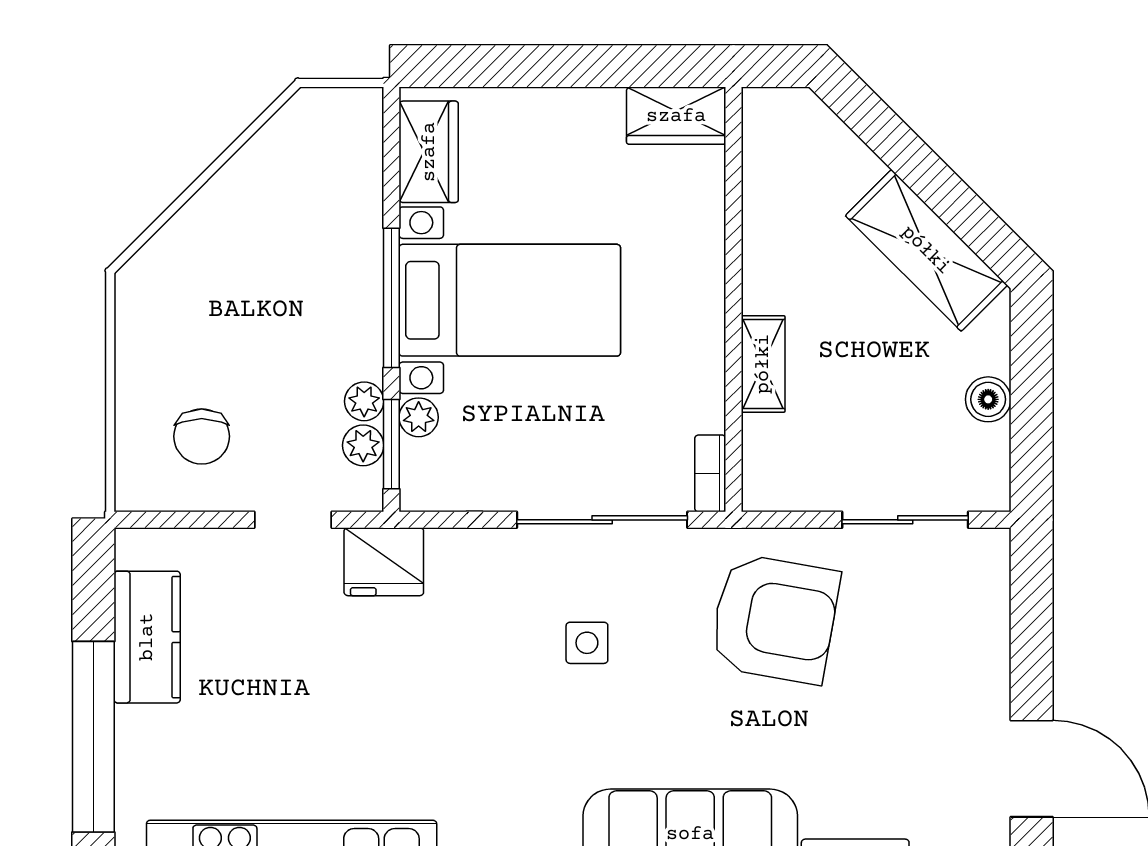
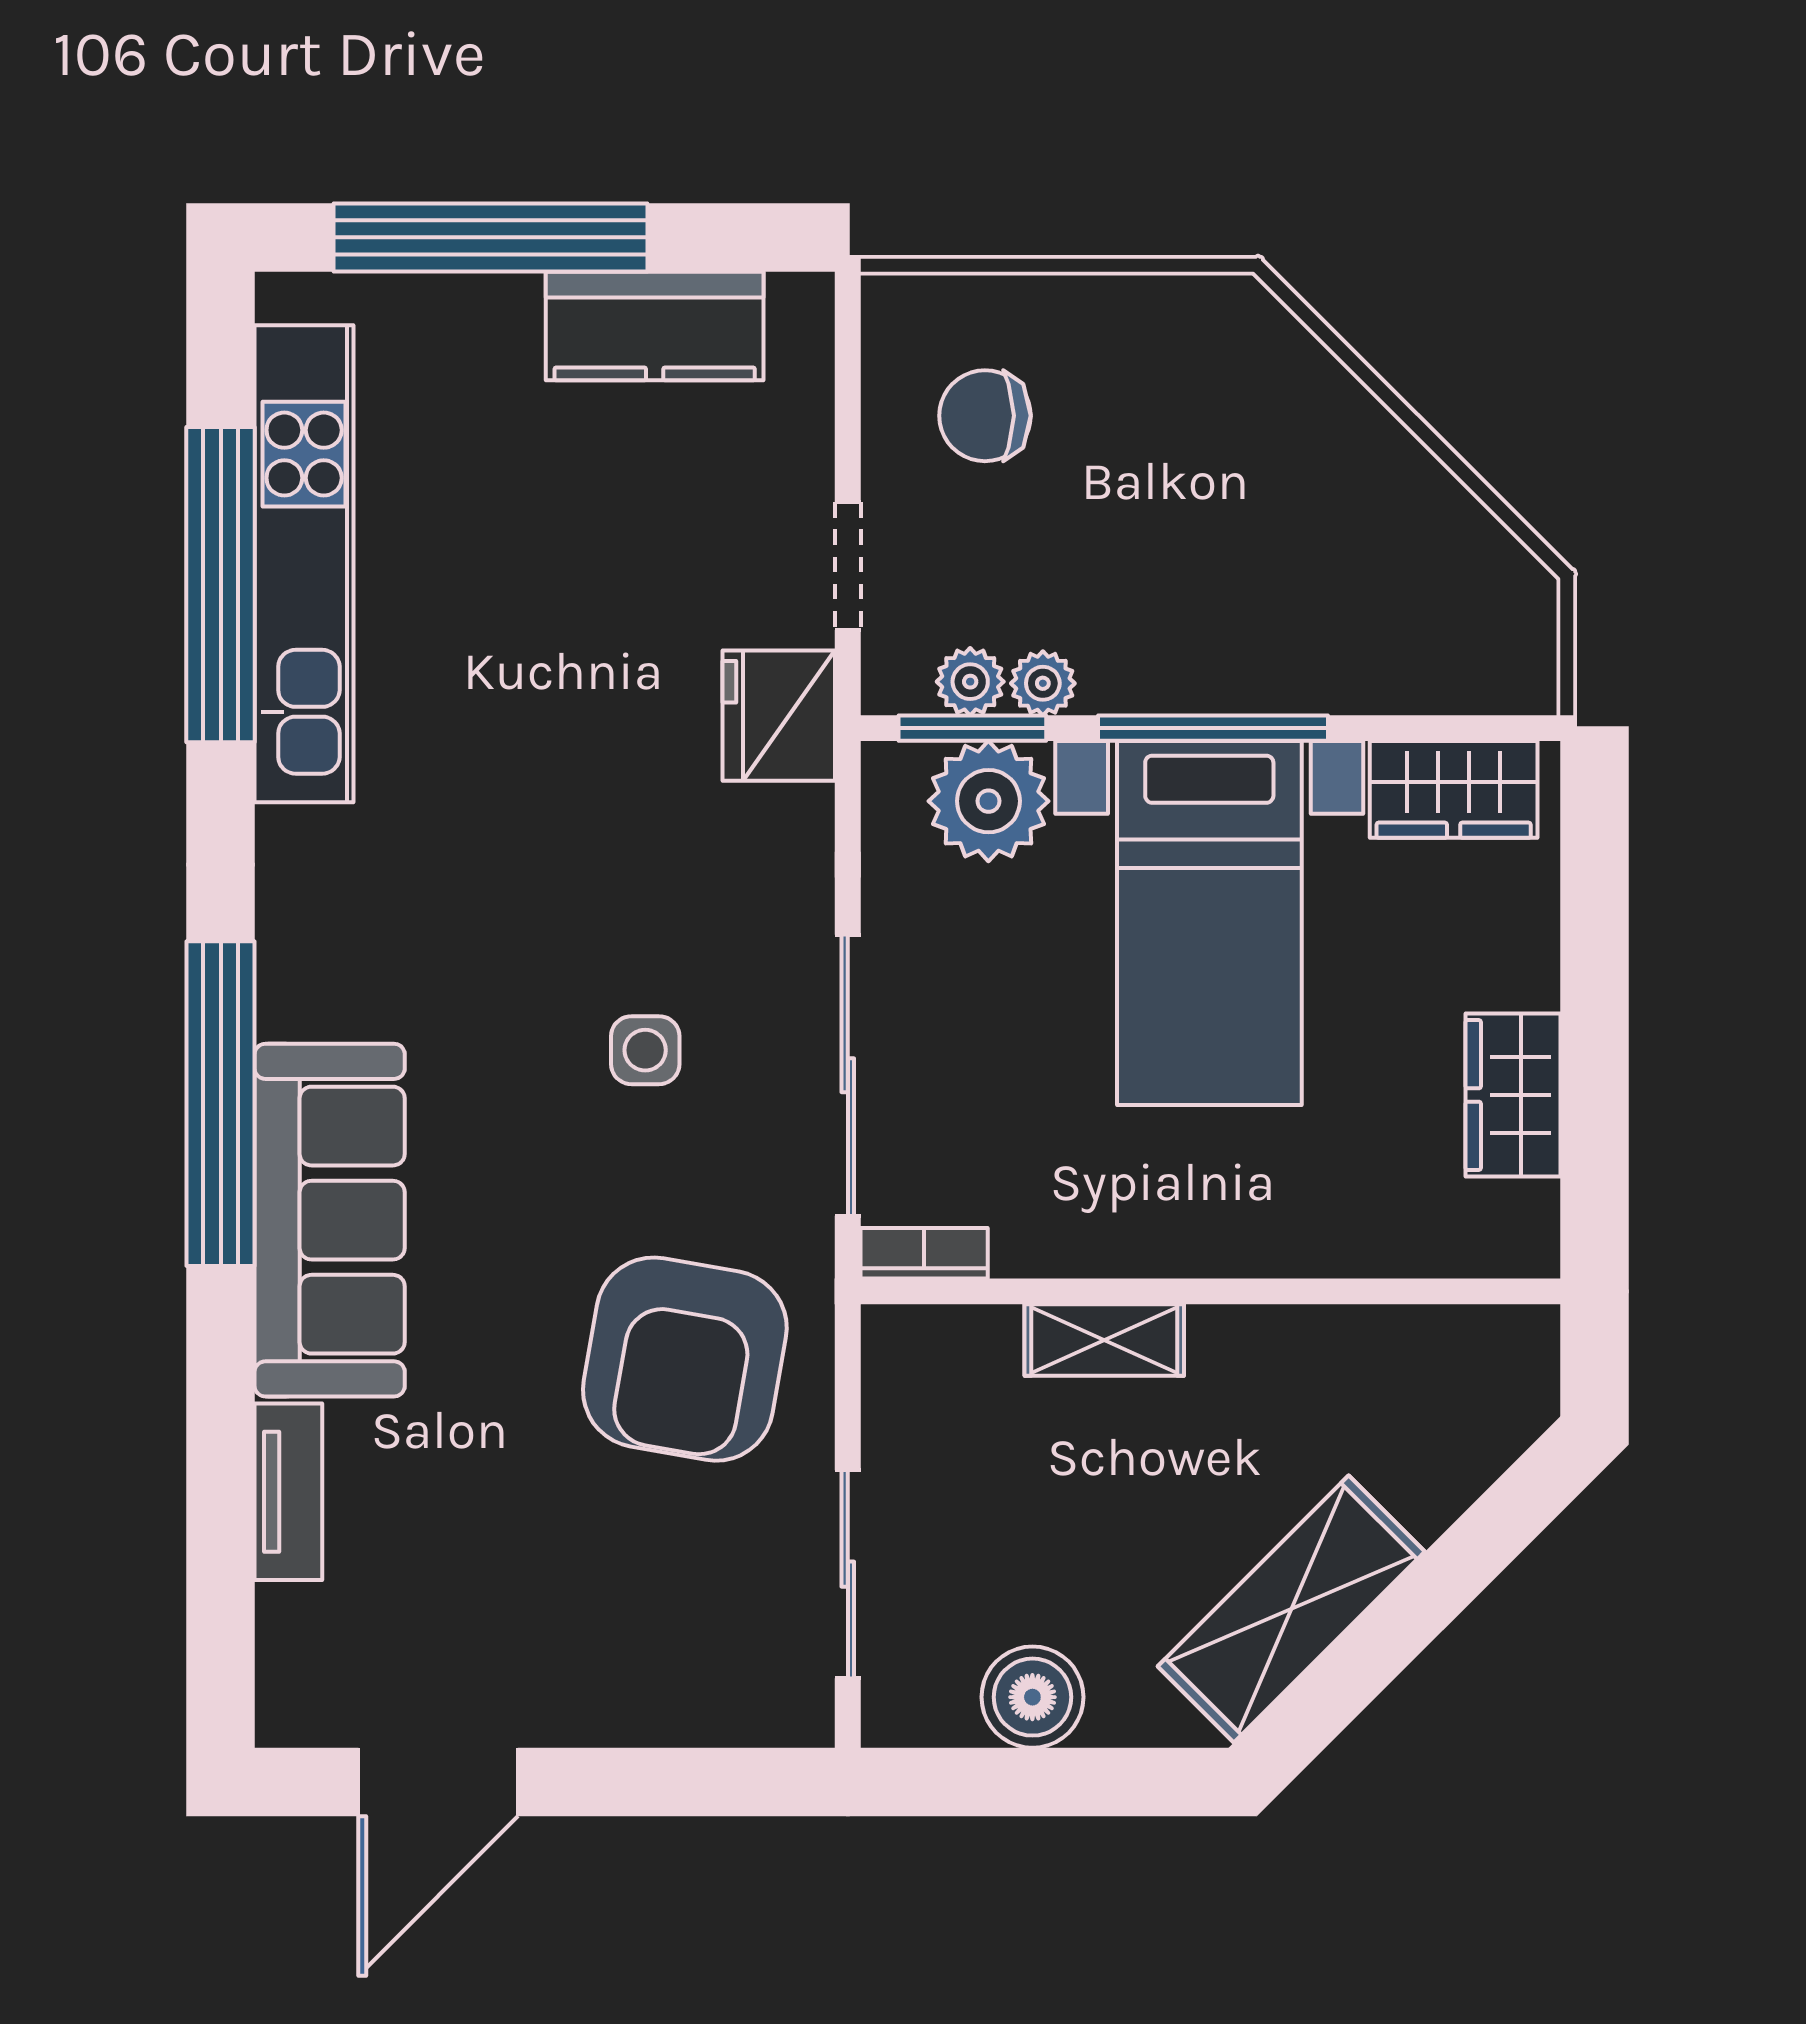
wardrobe: (676, 116) -> (1513, 1095), moved
boiler: (988, 399) -> (1032, 1697), width x1.36, depth x1.36
plant: (419, 417) -> (988, 801), width x1.88, depth x1.88

